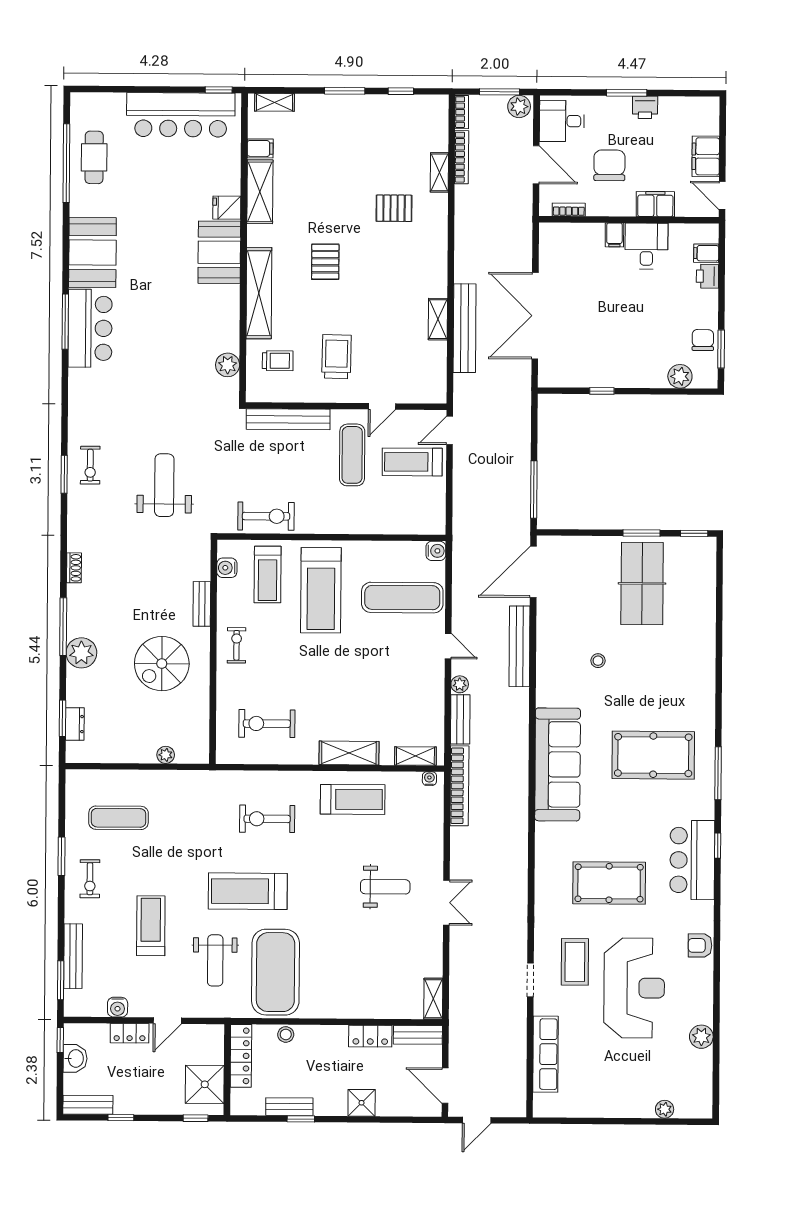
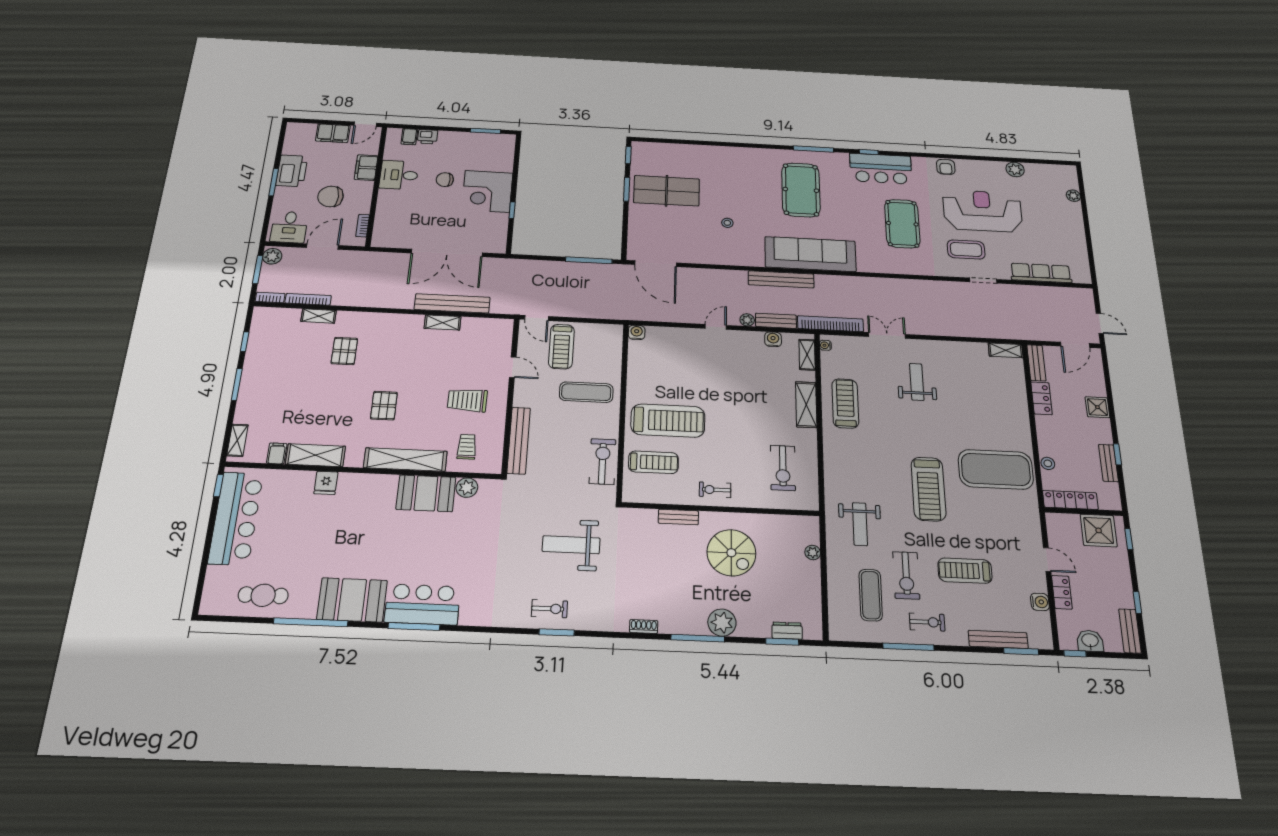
printer: (645, 107) -> (292, 171), width x1.87, depth x1.48
window: (66, 163) -> (311, 622), moved
filing cabinet: (614, 235) -> (387, 196), removed
booth: (219, 252) -> (426, 493), moved
pallet: (325, 262) -> (384, 406), turned 90
chair: (703, 340) -> (445, 180), moved
corner desk: (628, 358) -> (487, 191), added
plant: (680, 376) -> (505, 158), removed
exercise mat: (352, 455) -> (586, 392), moved
water cooler: (227, 568) -> (773, 339), moved, turned 180
exercise mat: (402, 598) -> (675, 359), removed
bench: (520, 646) -> (781, 279), moved
exercise bike: (267, 819) -> (906, 575), moved
window: (62, 856) -> (908, 647), width x1.44
double door: (446, 903) -> (887, 335), moved
weight bench: (215, 960) -> (860, 524), moved, turned 90

